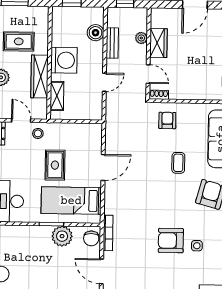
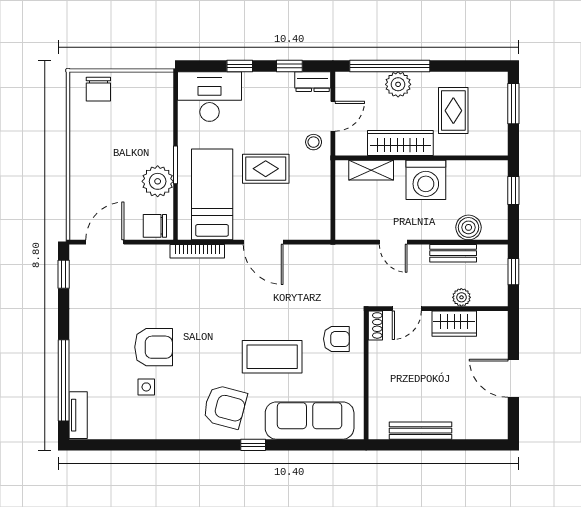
coffee table: (178, 163) -> (272, 357), width x1.86, depth x1.72
bookcase: (108, 233) -> (197, 251), moved
armchair: (171, 240) -> (154, 347), turned 90

